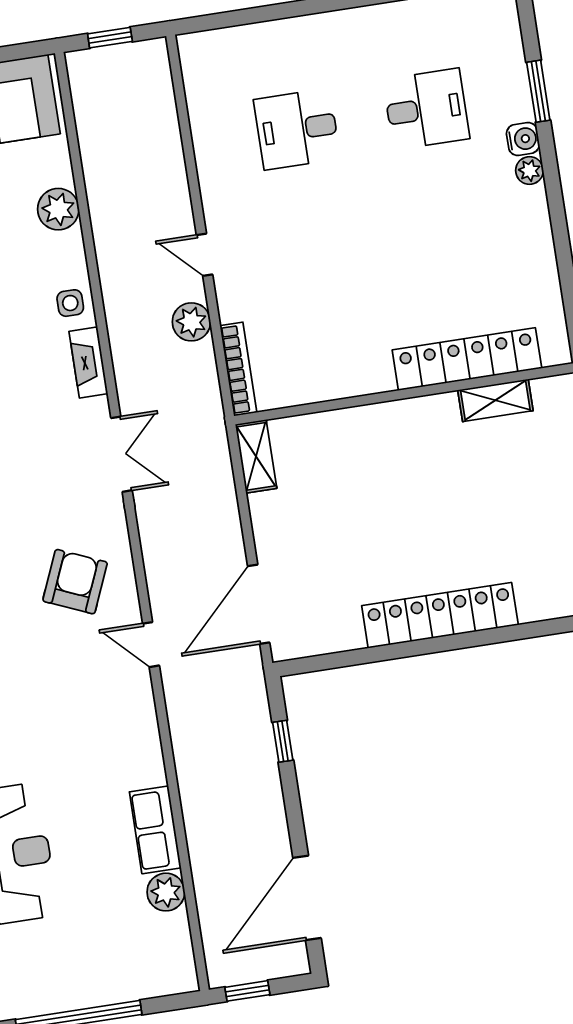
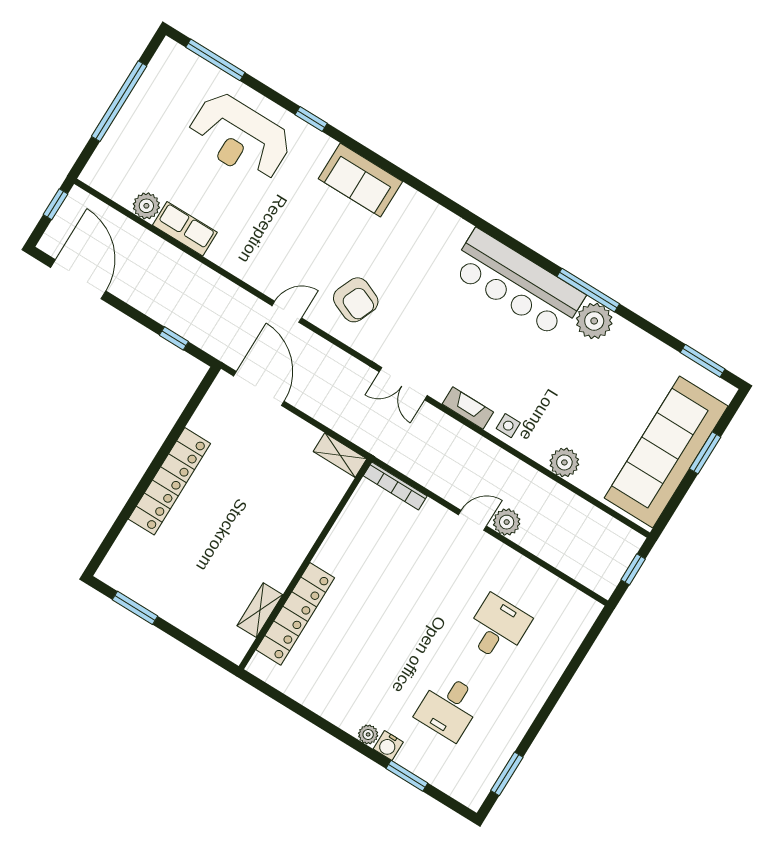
plant: (191, 322) -> (507, 522), moved

